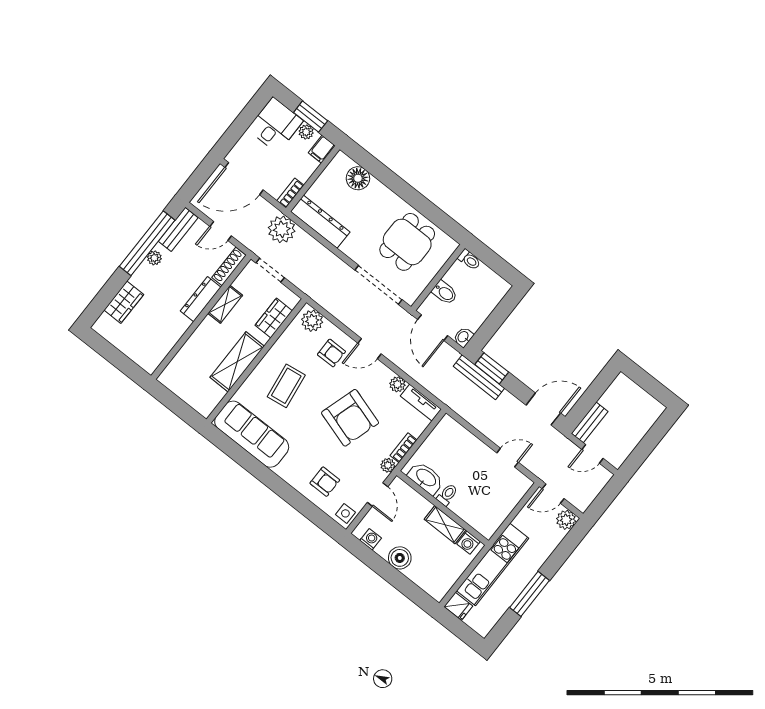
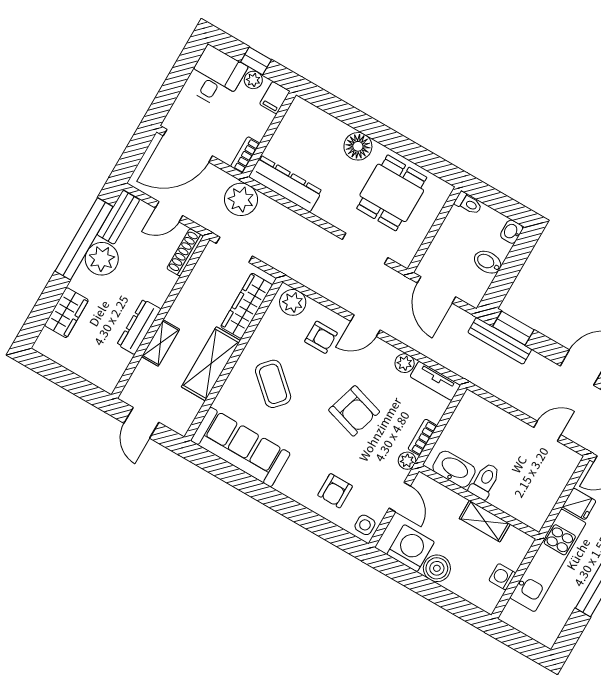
window: (311, 117) -> (256, 61), width x0.67
floor lamp: (358, 178) -> (358, 146), moved
plant: (154, 258) -> (102, 259), width x1.88, depth x1.88
doorway: (379, 285) -> (365, 249), width x0.73
bidet: (445, 293) -> (488, 262), moved, turned 180
dresser: (201, 299) -> (139, 327), moved
shelving: (225, 304) -> (161, 343), moved
wardrobe: (274, 318) -> (247, 306), width x1.50
washbasin: (463, 337) -> (512, 232), moved
coffee table: (286, 386) -> (273, 384), turned -40
door: (173, 402) -> (141, 423), added
armchair: (350, 418) -> (354, 411), width x0.73, depth x0.73
armchair: (325, 482) -> (335, 491), turned 90
toilet: (447, 495) -> (485, 481), width x1.37, depth x1.39
washing machine: (371, 539) -> (411, 548), width x1.89, depth x1.89
washing machine: (468, 543) -> (502, 577), moved, turned 90
fridge: (458, 606) -> (579, 504), moved

